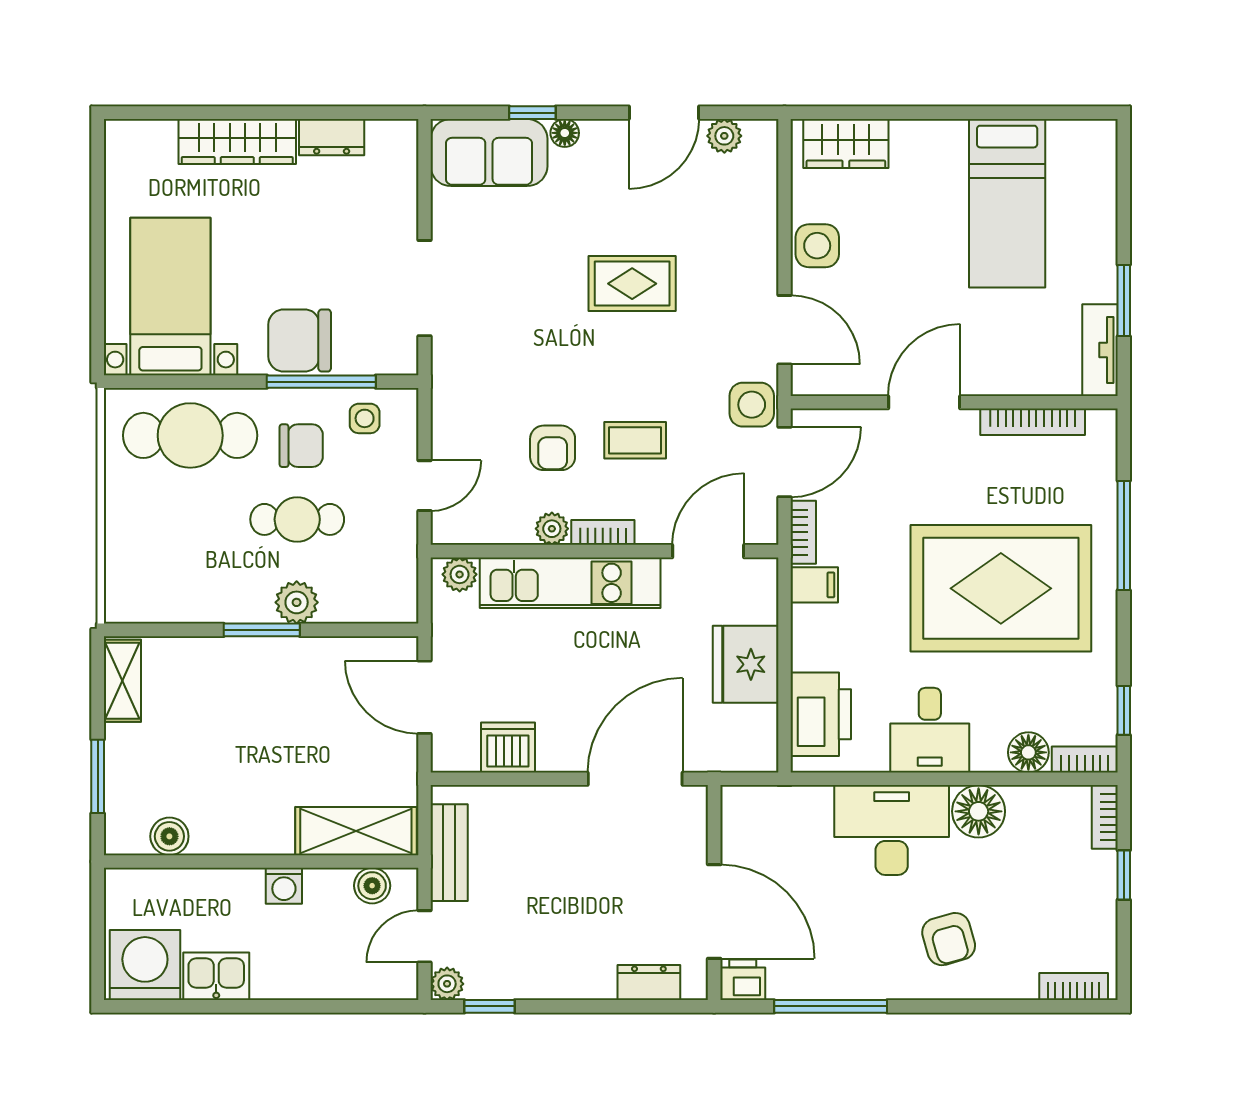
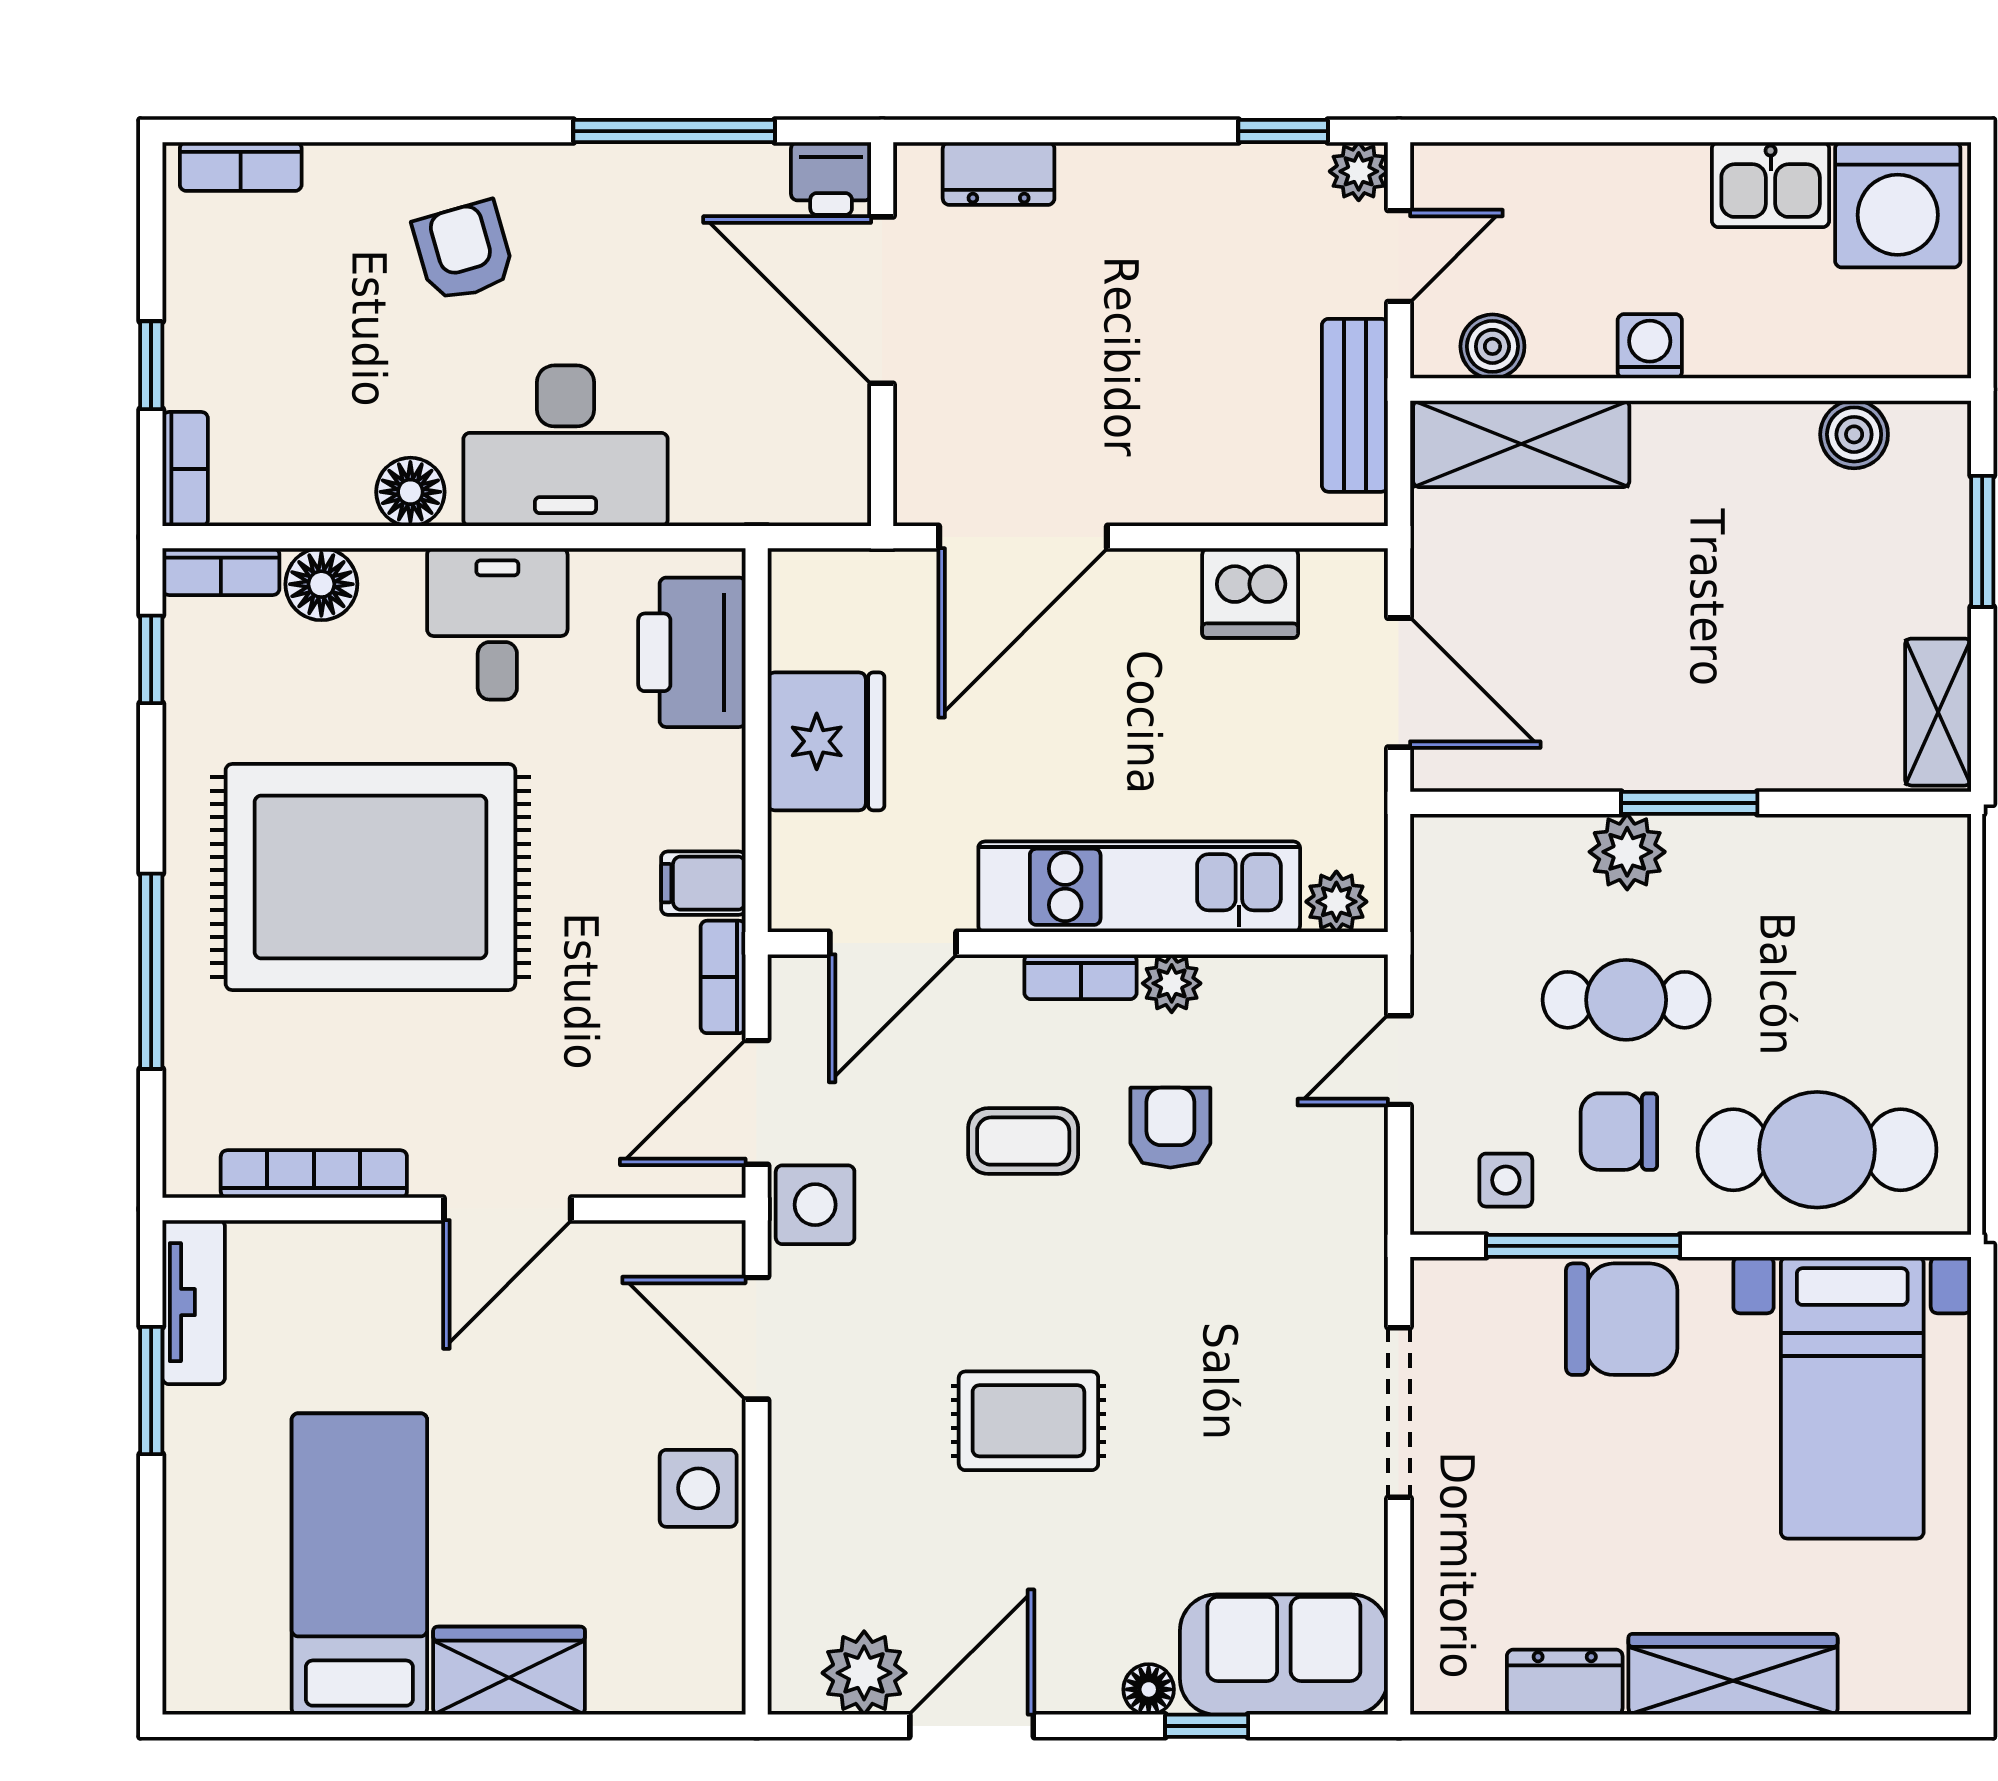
plant: (724, 136) -> (864, 1673), width x1.38, depth x1.38
wardrobe: (846, 143) -> (509, 1671), moved
floor lamp: (979, 811) -> (410, 492), width x0.73, depth x0.73

